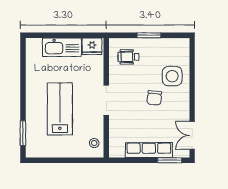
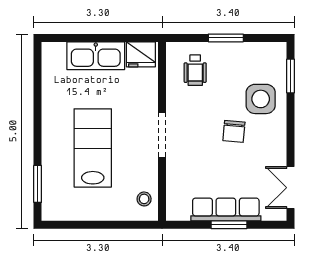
wheelchair: (128, 57) -> (195, 70), turned -90
window: (192, 61) -> (291, 76), added
window: (170, 160) -> (229, 225), moved

